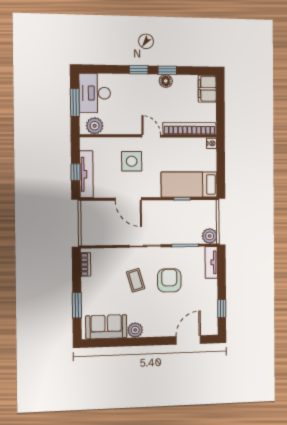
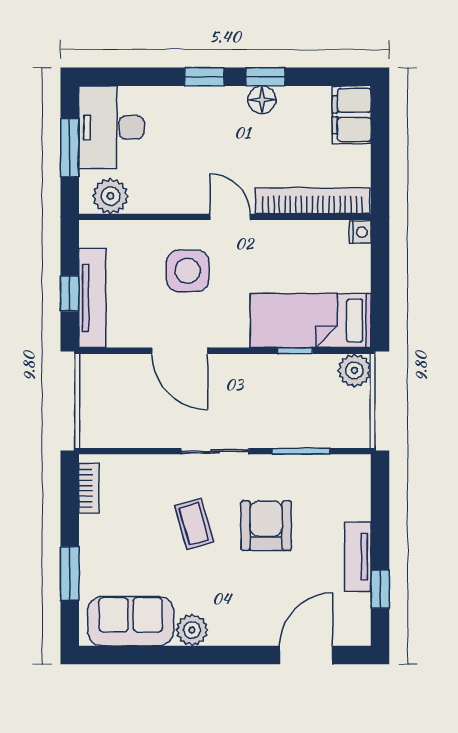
plant: (210, 236) -> (354, 370), moved
tv unit: (211, 262) -> (358, 557), moved

